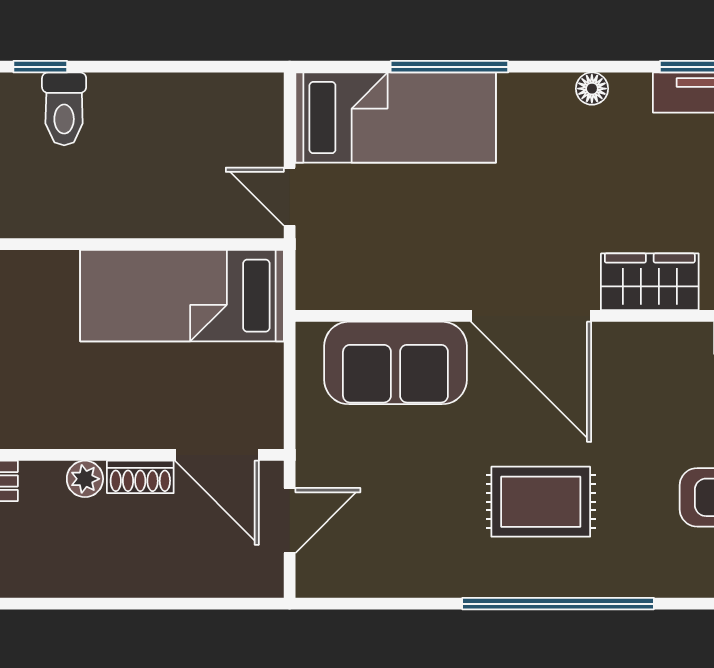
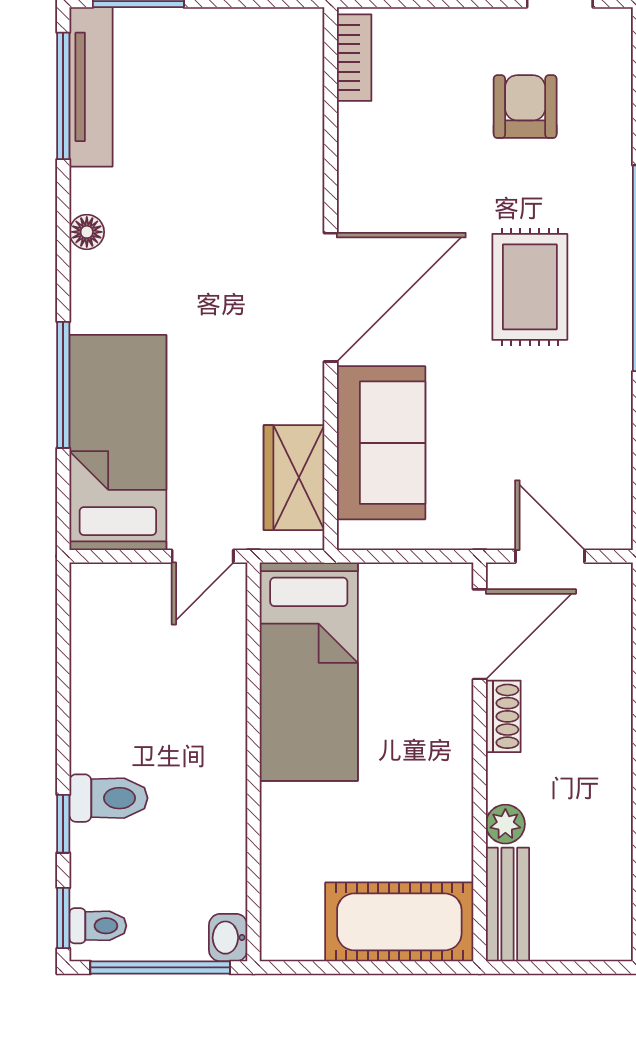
wardrobe: (650, 282) -> (294, 478), moved
plant: (85, 479) -> (505, 824), moved

